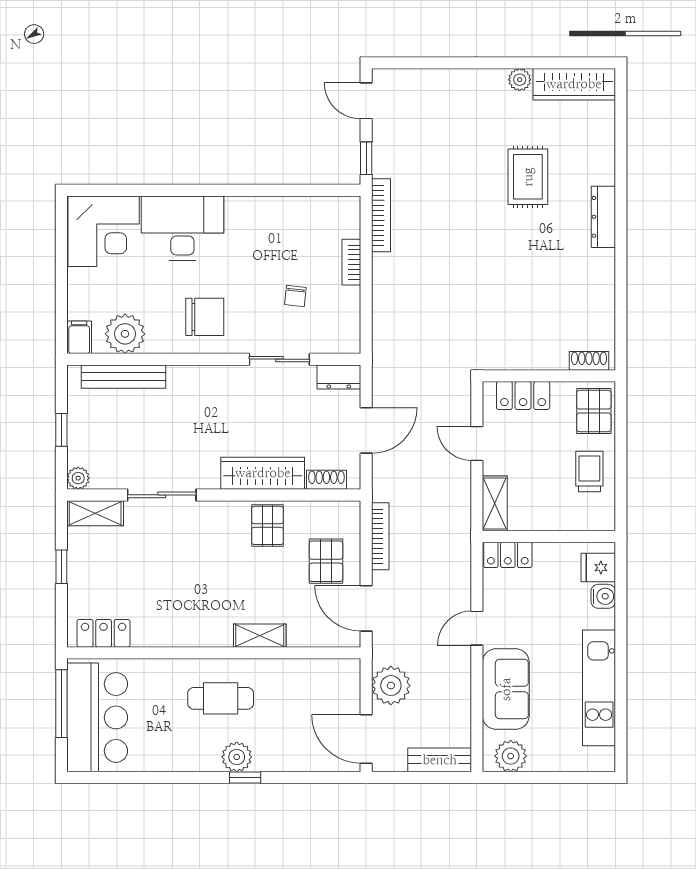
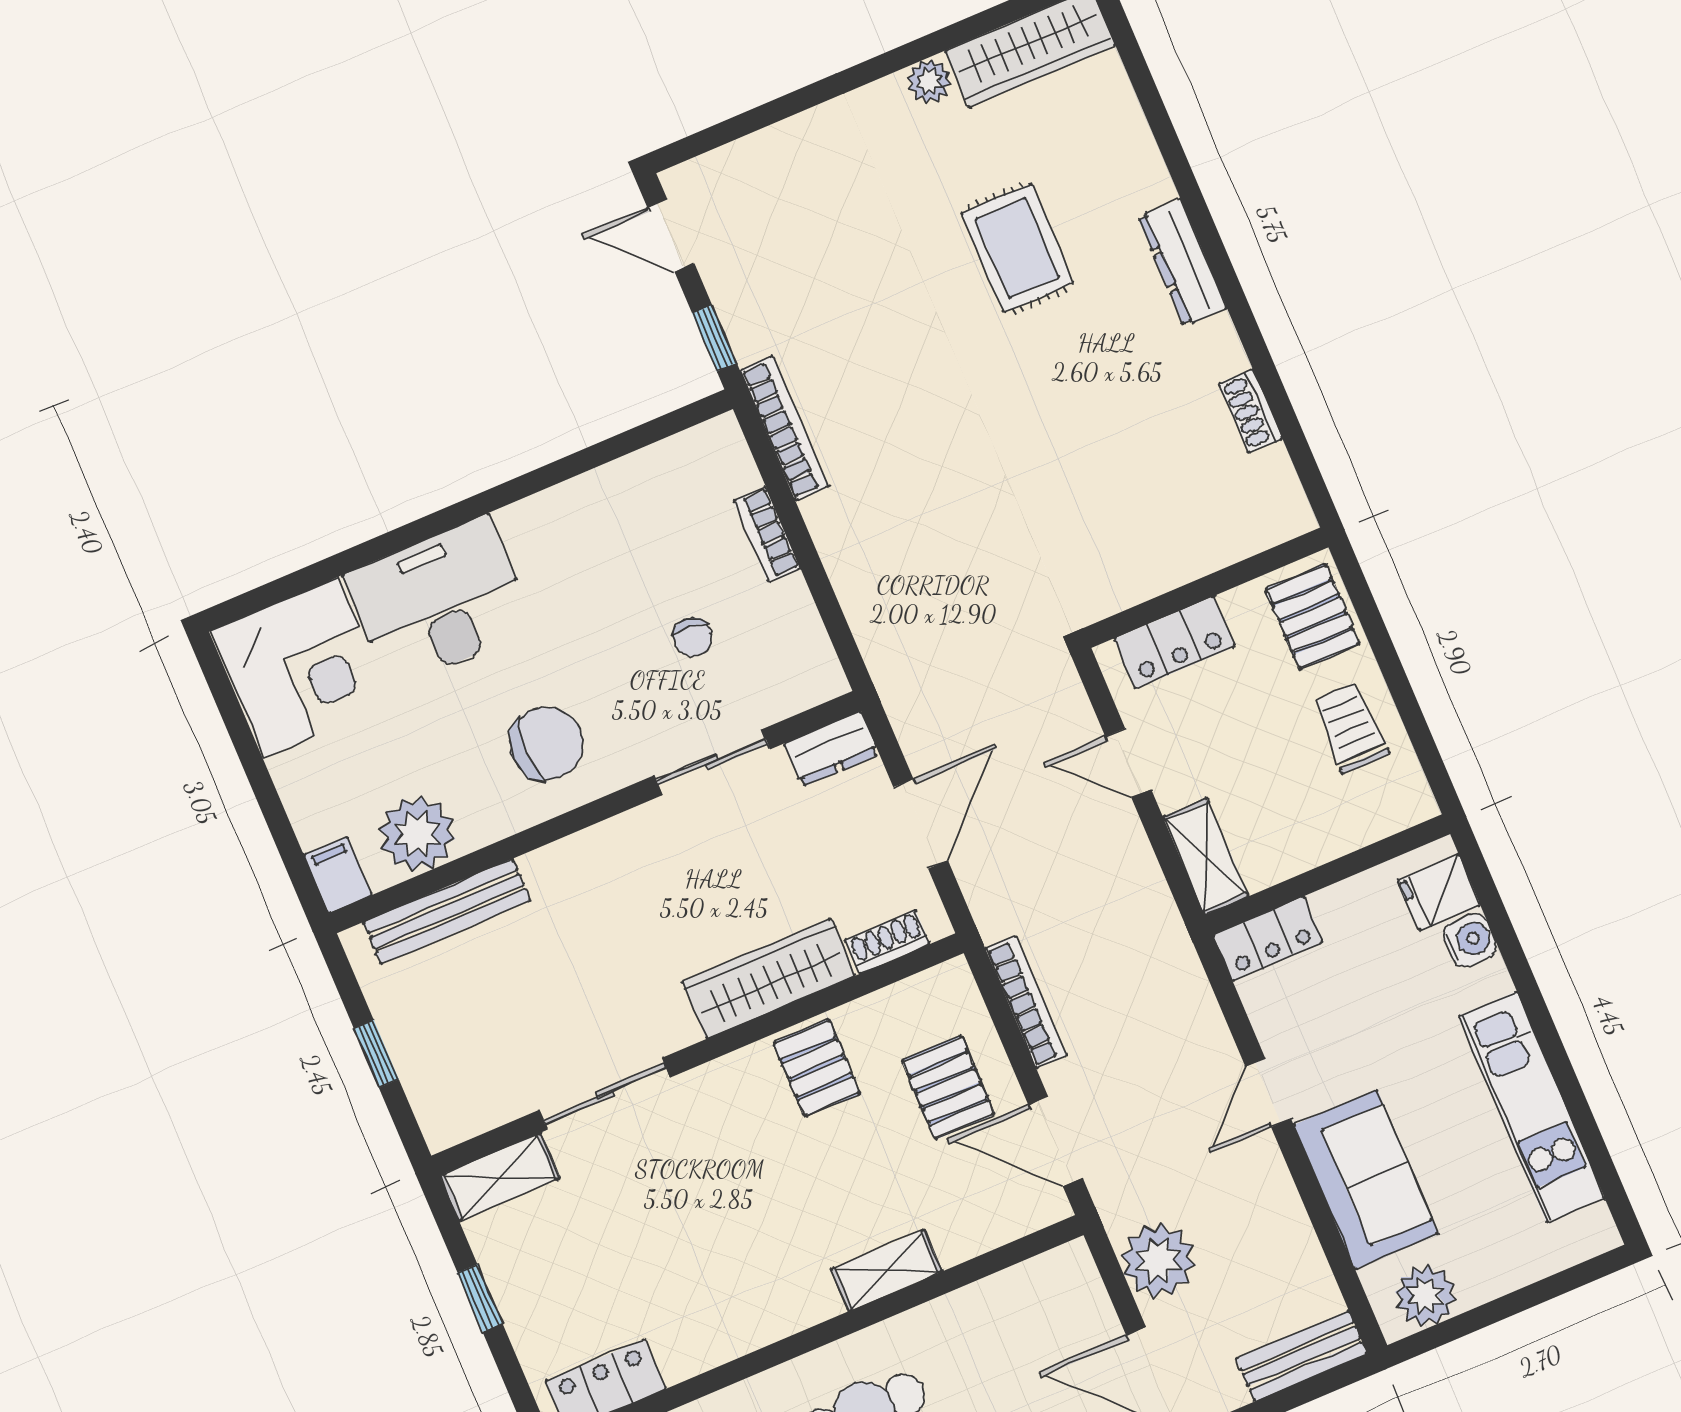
shoe rack: (589, 361) -> (1251, 411), moved, turned -90
plant: (78, 478) -> (443, 1127), removed

